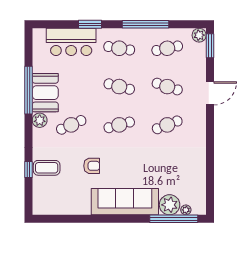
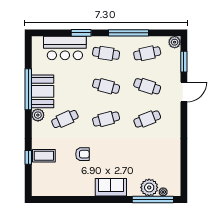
window: (210, 46) -> (184, 62), moved
sofa: (125, 202) -> (111, 187), width x0.54, depth x0.79

